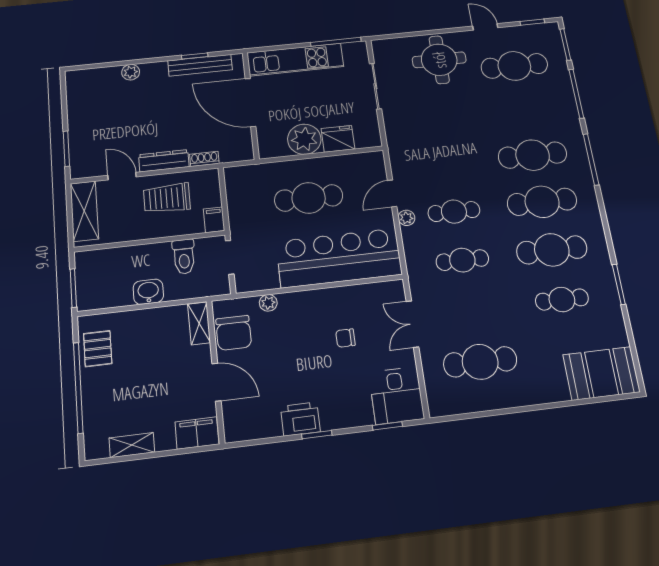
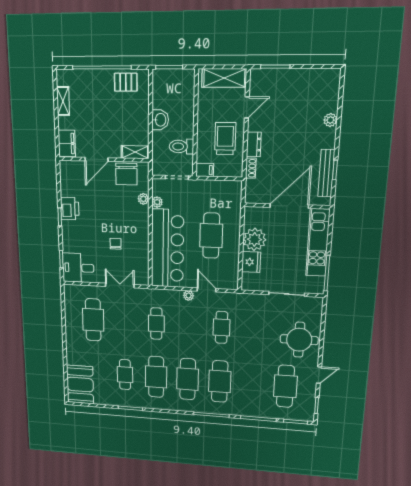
dresser: (164, 161) -> (254, 144), width x0.70
cafe table: (454, 212) -> (222, 327), moved
plant: (270, 282) -> (157, 202), added
chair: (234, 333) -> (126, 174), turned -90

